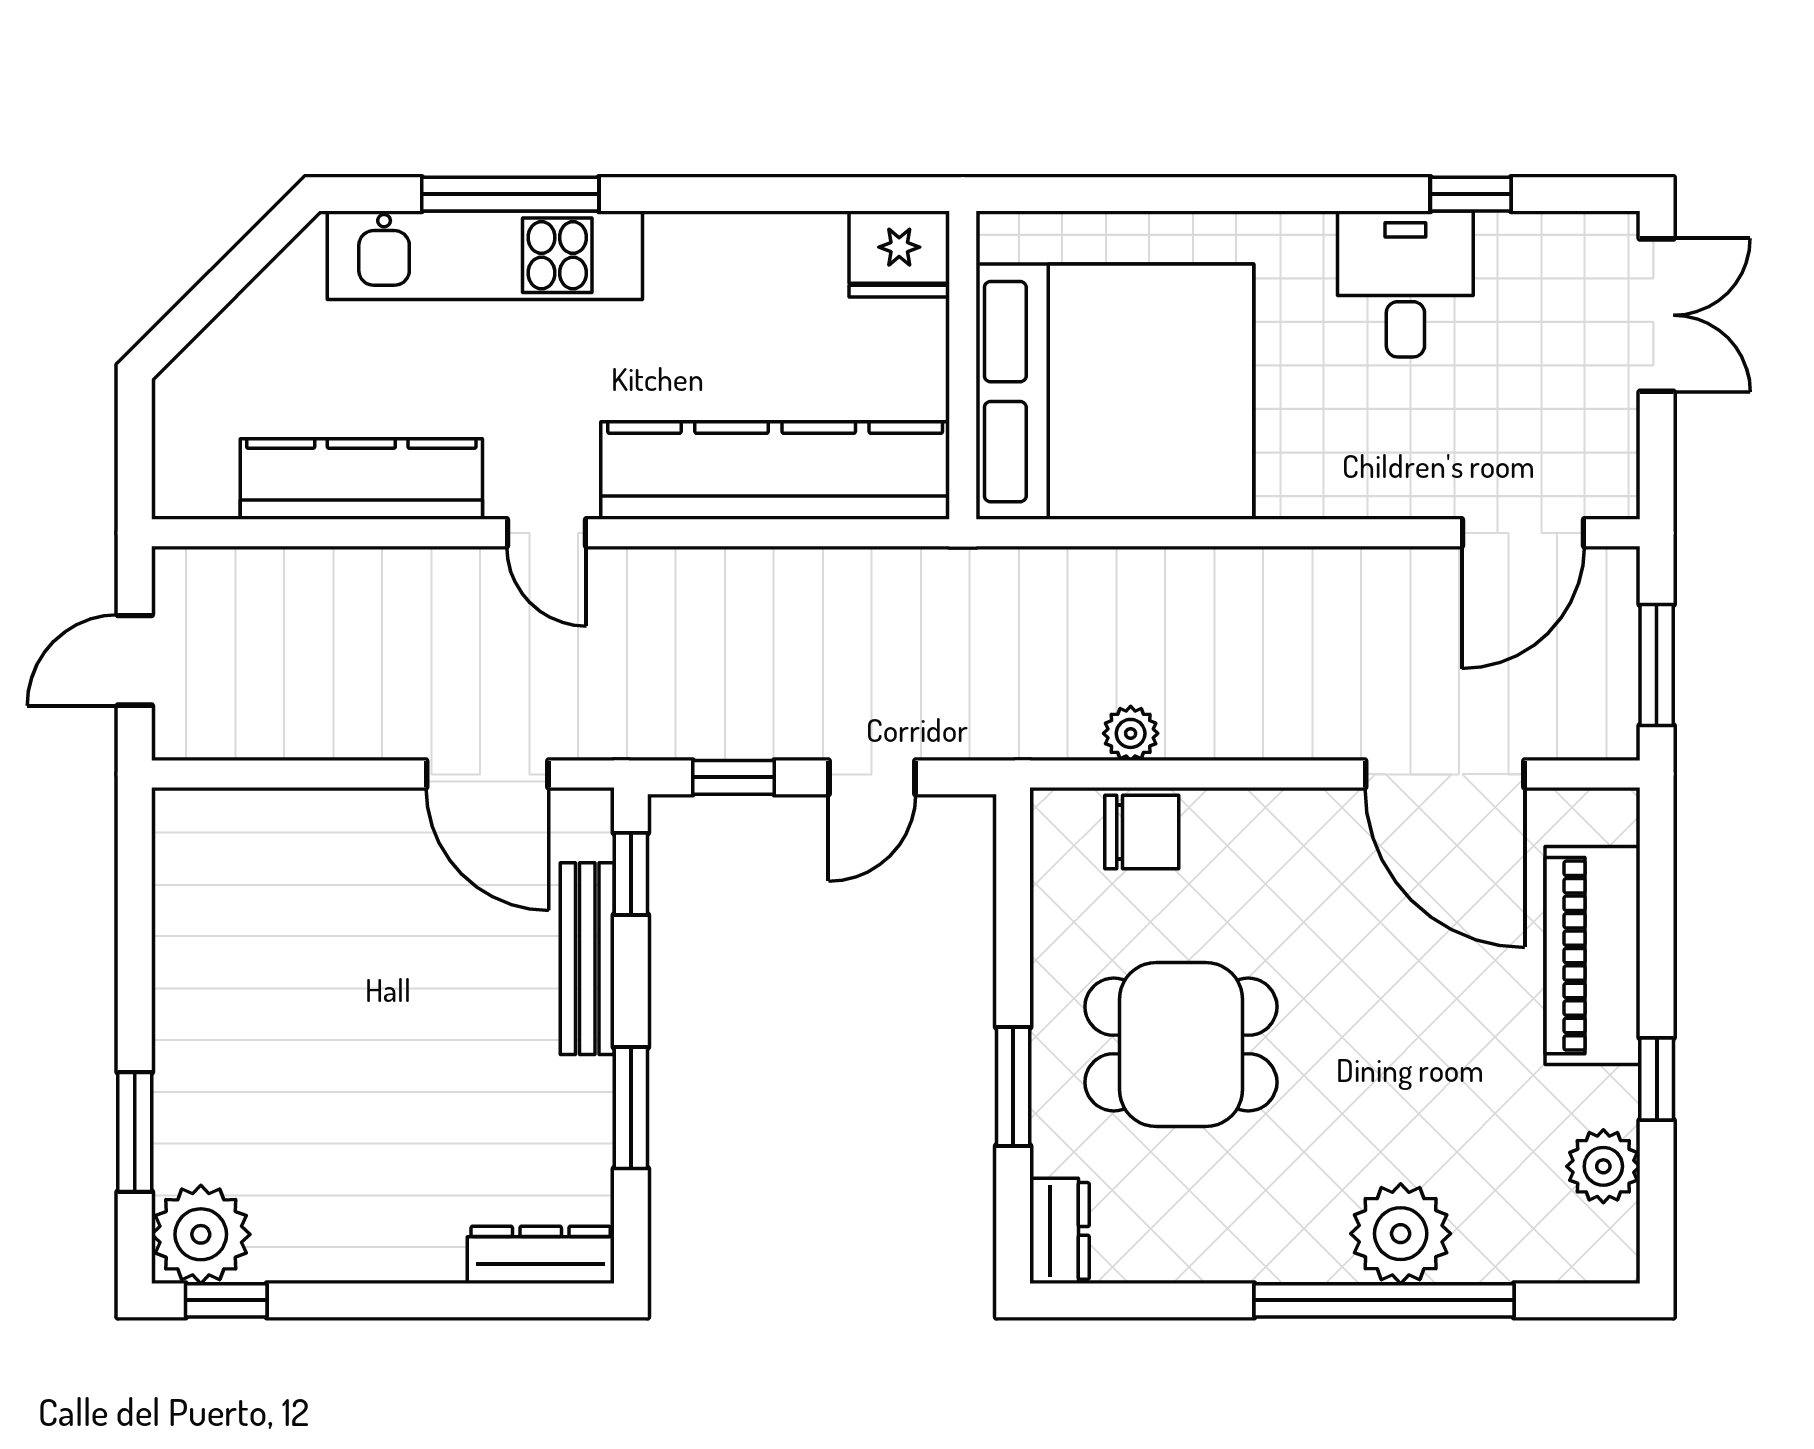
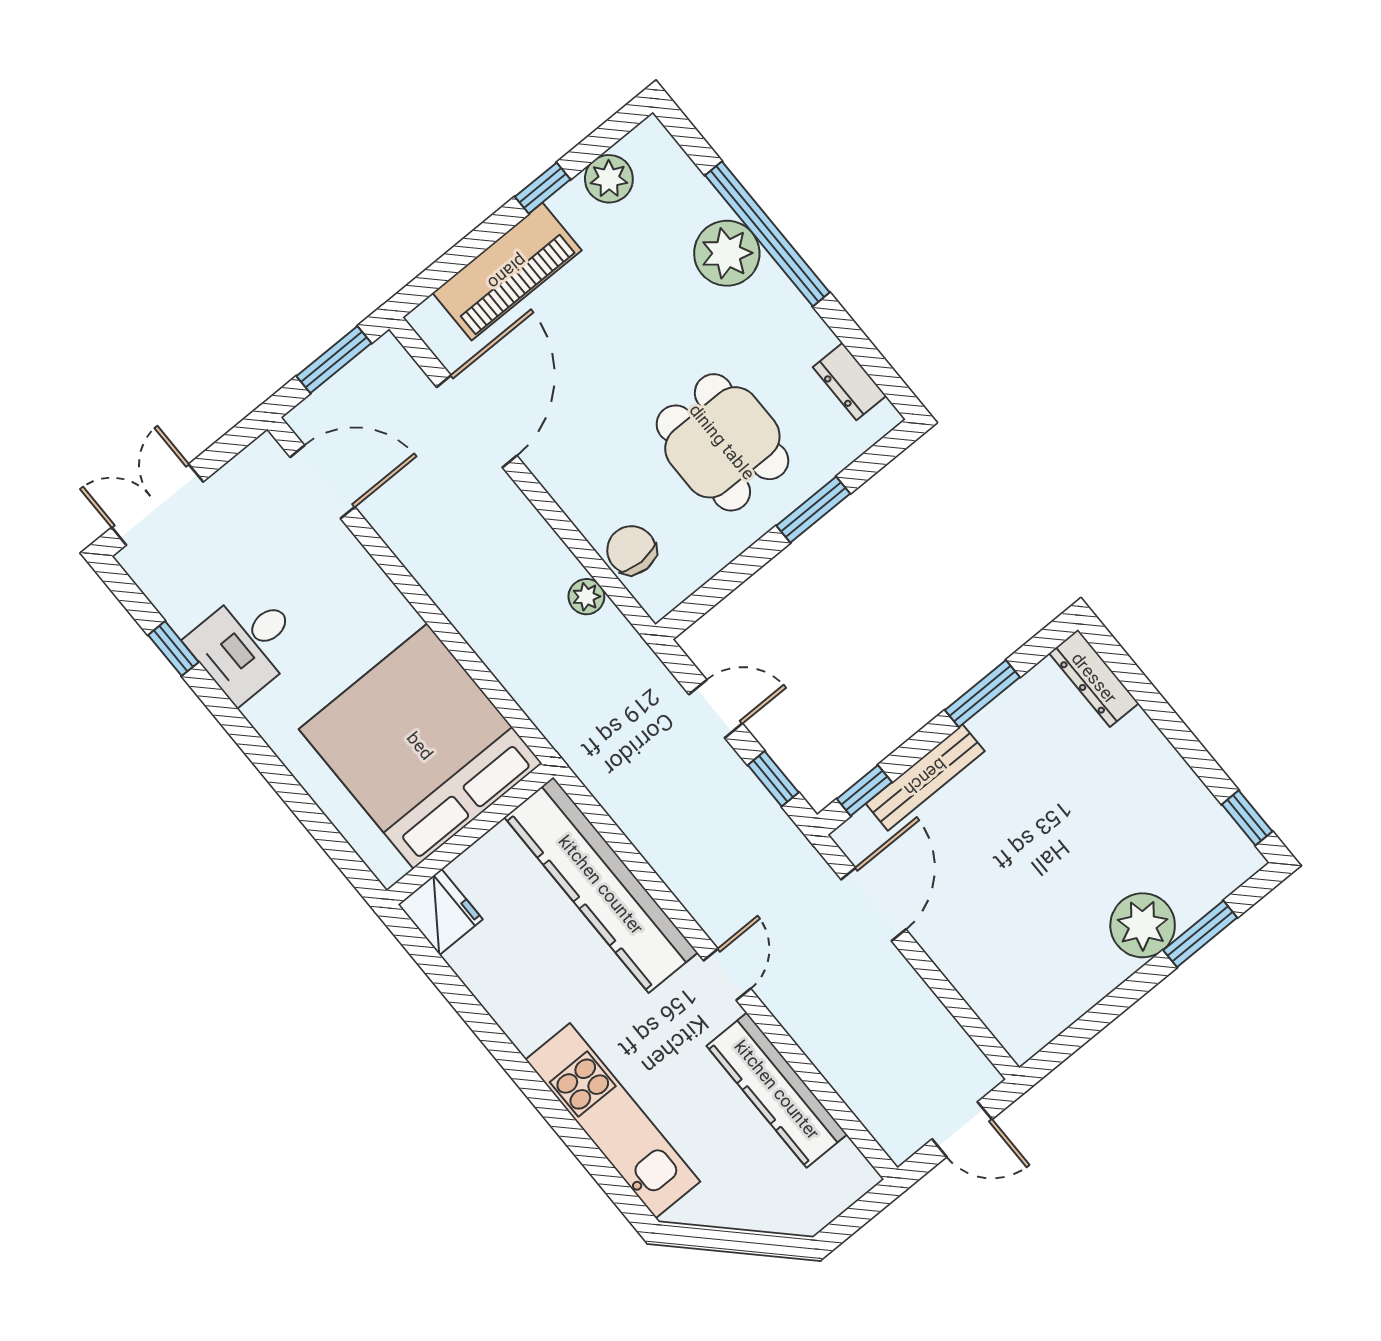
window: (510, 194) -> (571, 1133), removed
dresser: (1059, 1231) -> (849, 382), moved, turned -90
plant: (201, 1234) -> (1143, 925), moved

